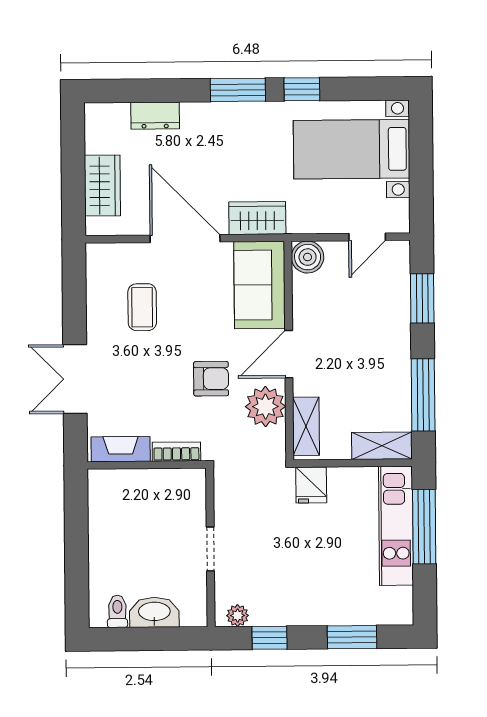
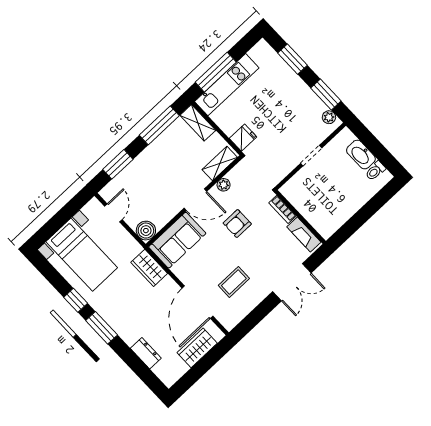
door: (367, 237) -> (113, 213), hinge flipped
door: (185, 239) -> (197, 302), moved
armchair: (211, 379) -> (237, 224), turned -90
plant: (265, 407) -> (224, 185), width x0.53, depth x0.53
window: (269, 638) -> (326, 95), width x1.50

